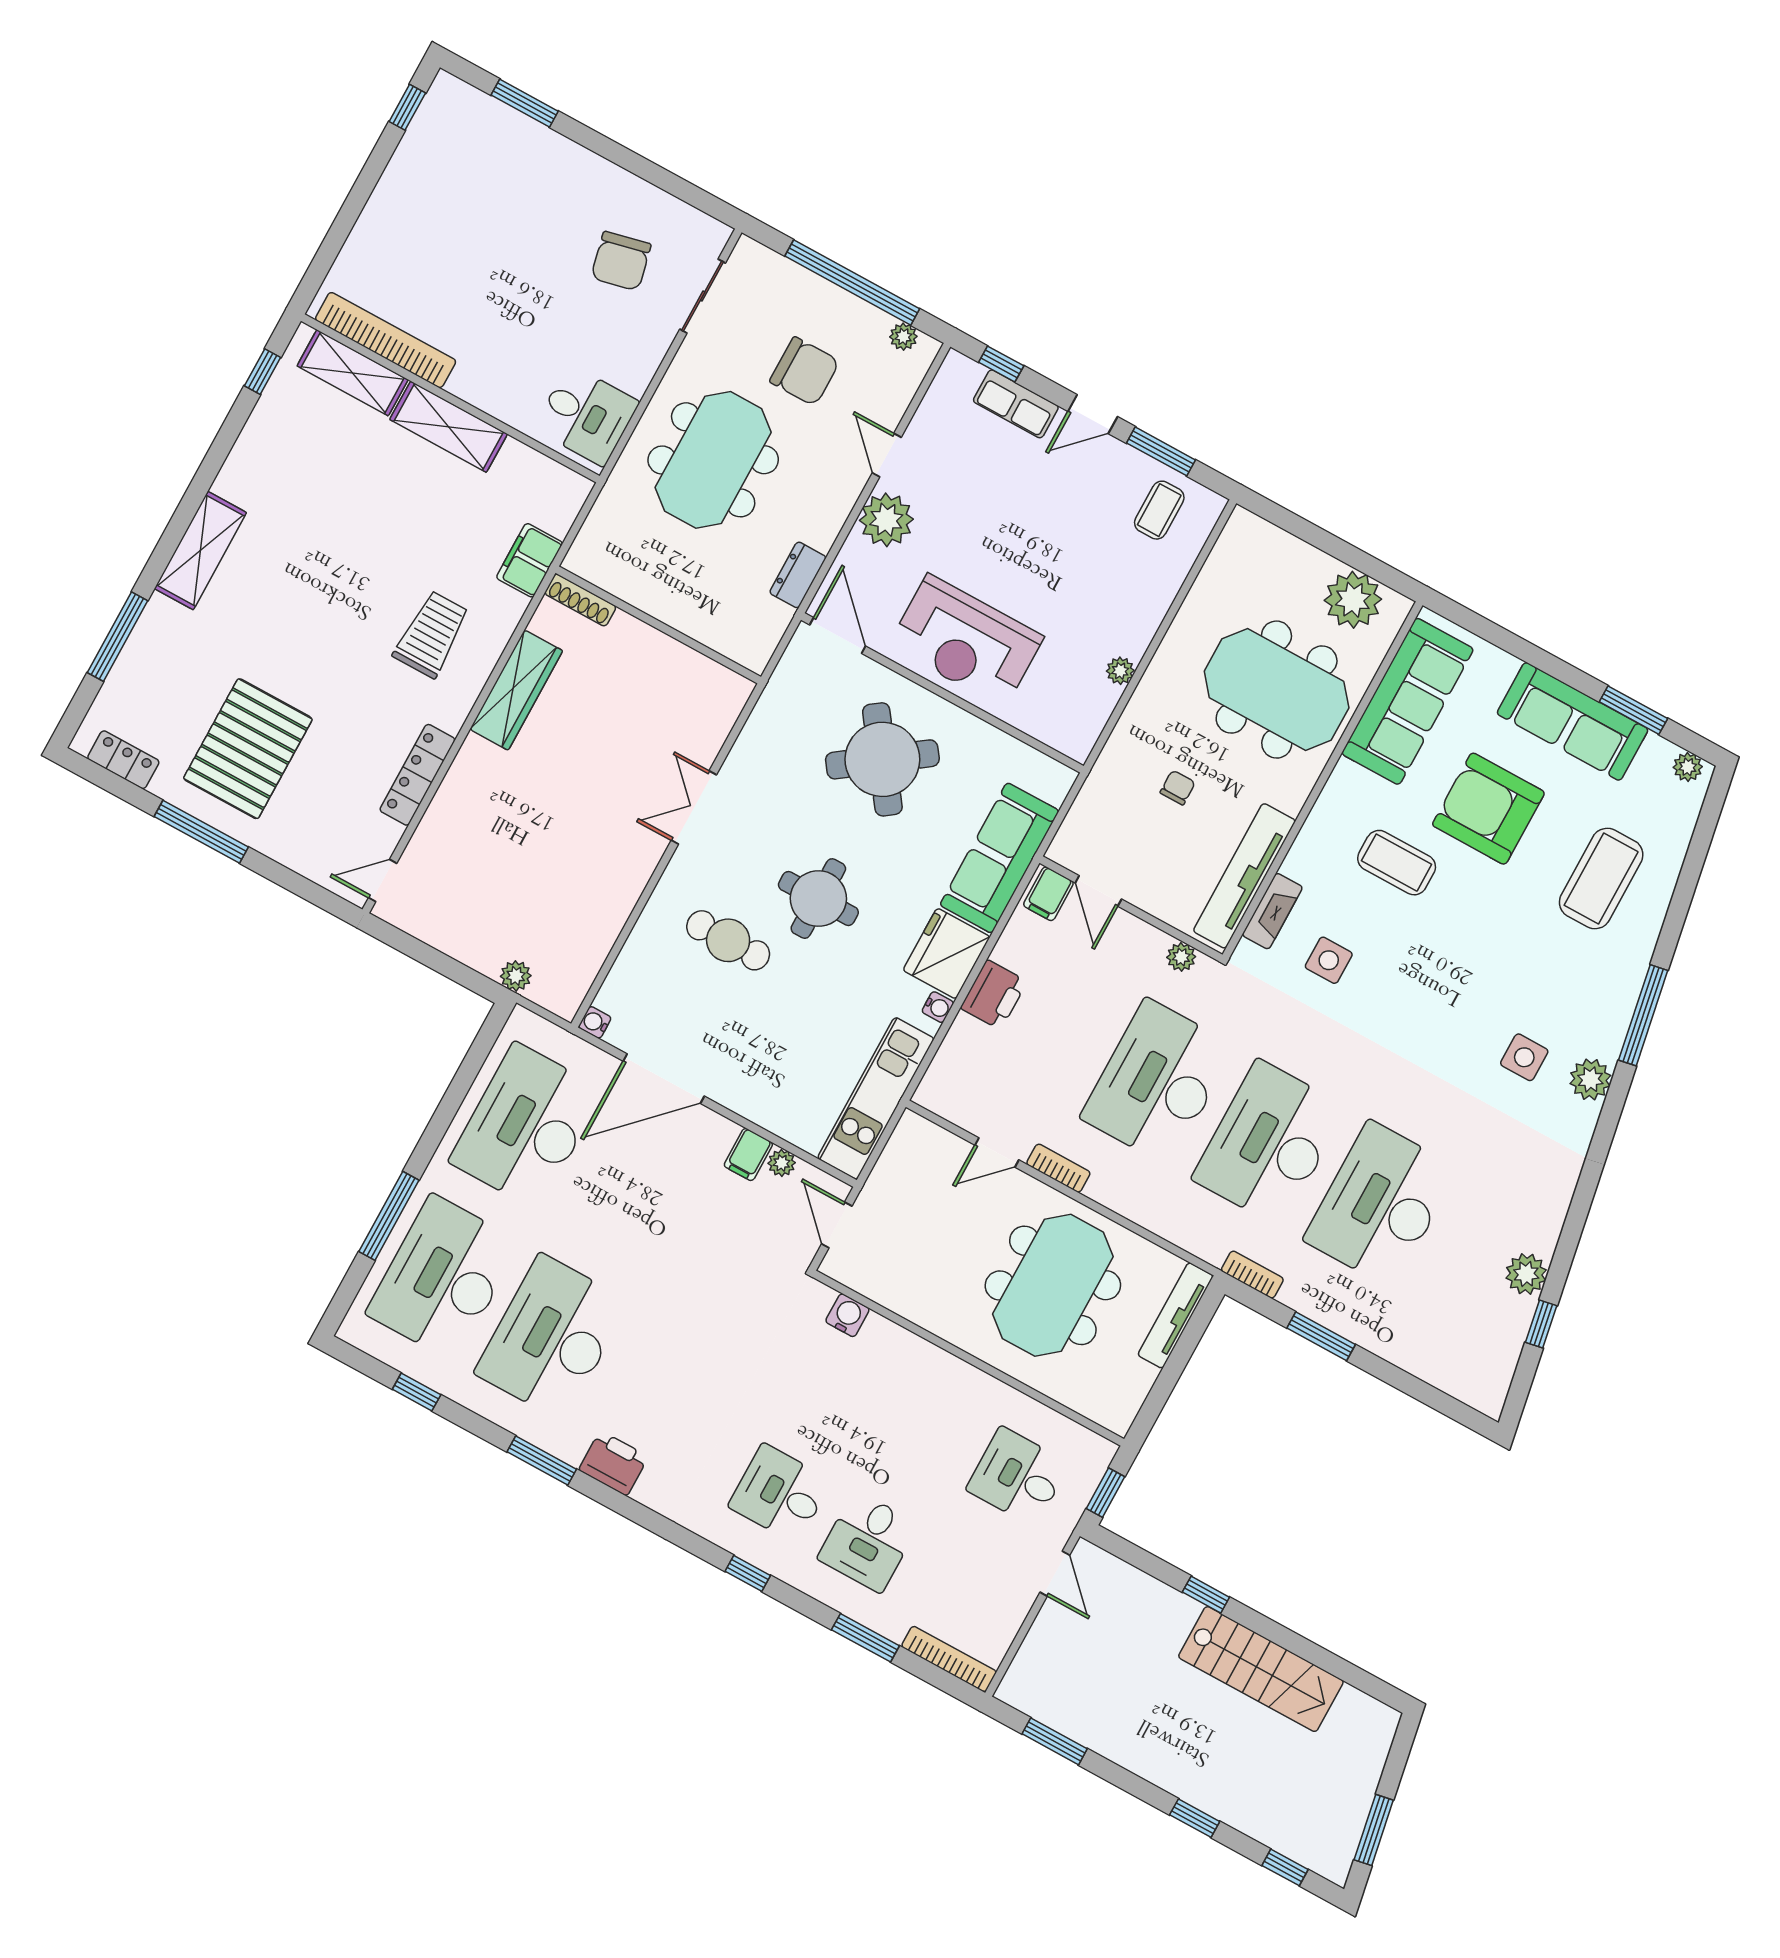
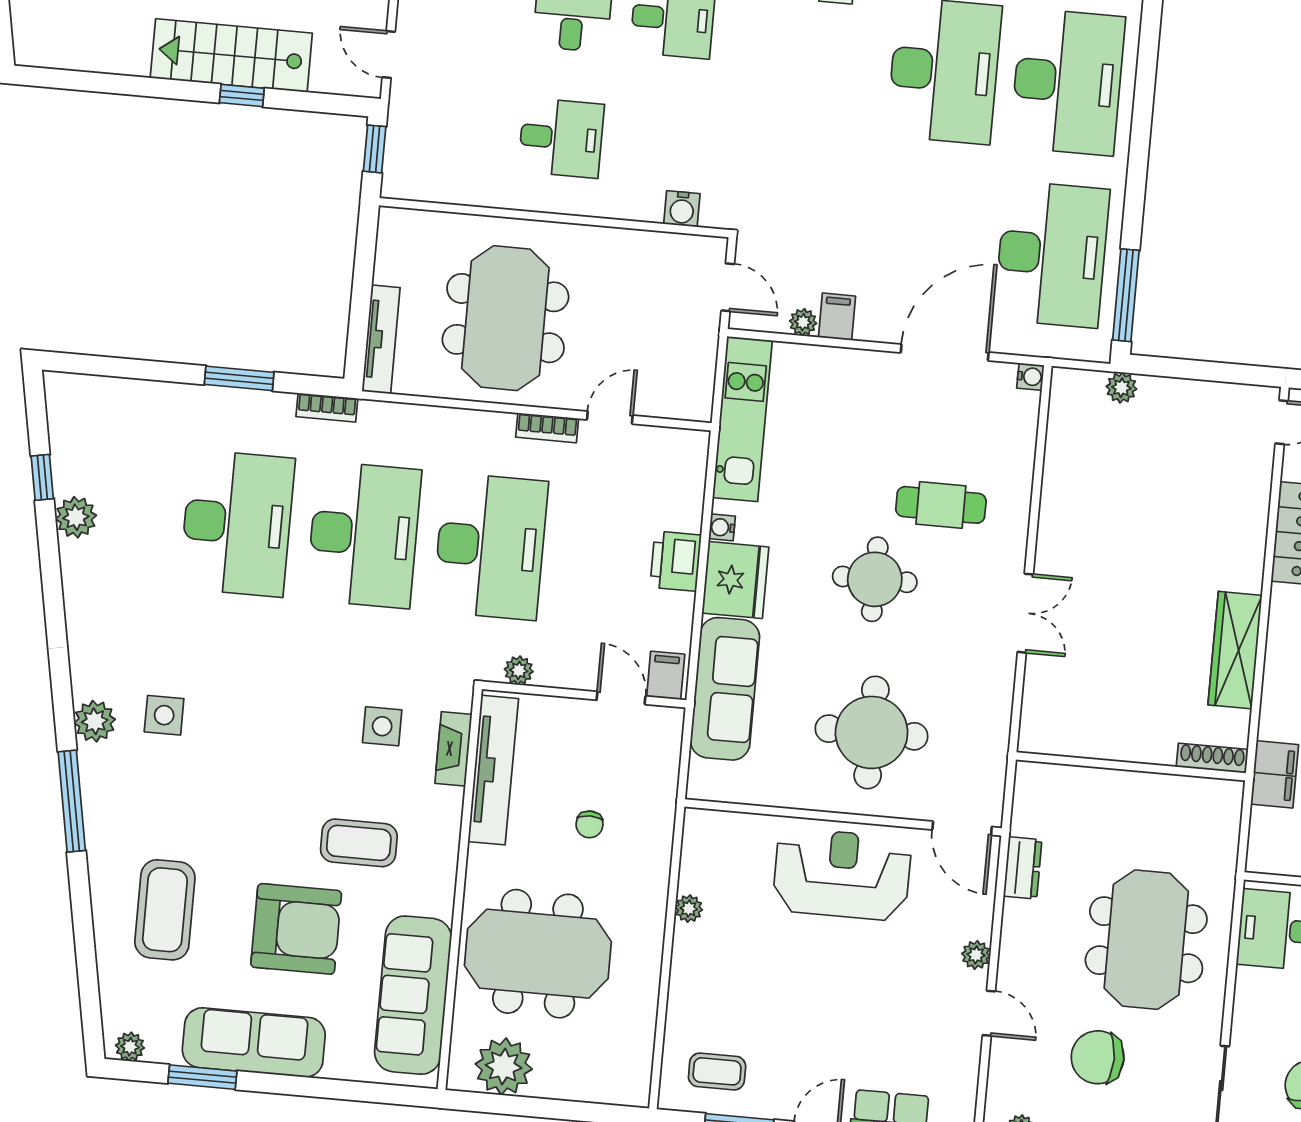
coffee table: (1159, 510) -> (717, 1071), turned 90
plant: (886, 520) -> (976, 955), width x0.53, depth x0.53
round table: (882, 759) -> (872, 732), turned 36
window: (389, 1216) -> (1126, 295), moved
desk: (1018, 1477) -> (561, 138), moved
stairs: (1261, 1669) -> (231, 55), moved

